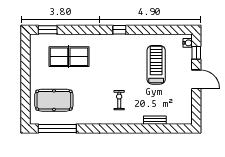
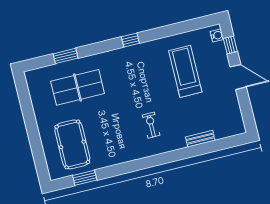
window: (48, 30) -> (66, 56), moved
pool table: (54, 100) -> (72, 144), turned 90
window: (57, 129) -> (85, 178), width x0.47

